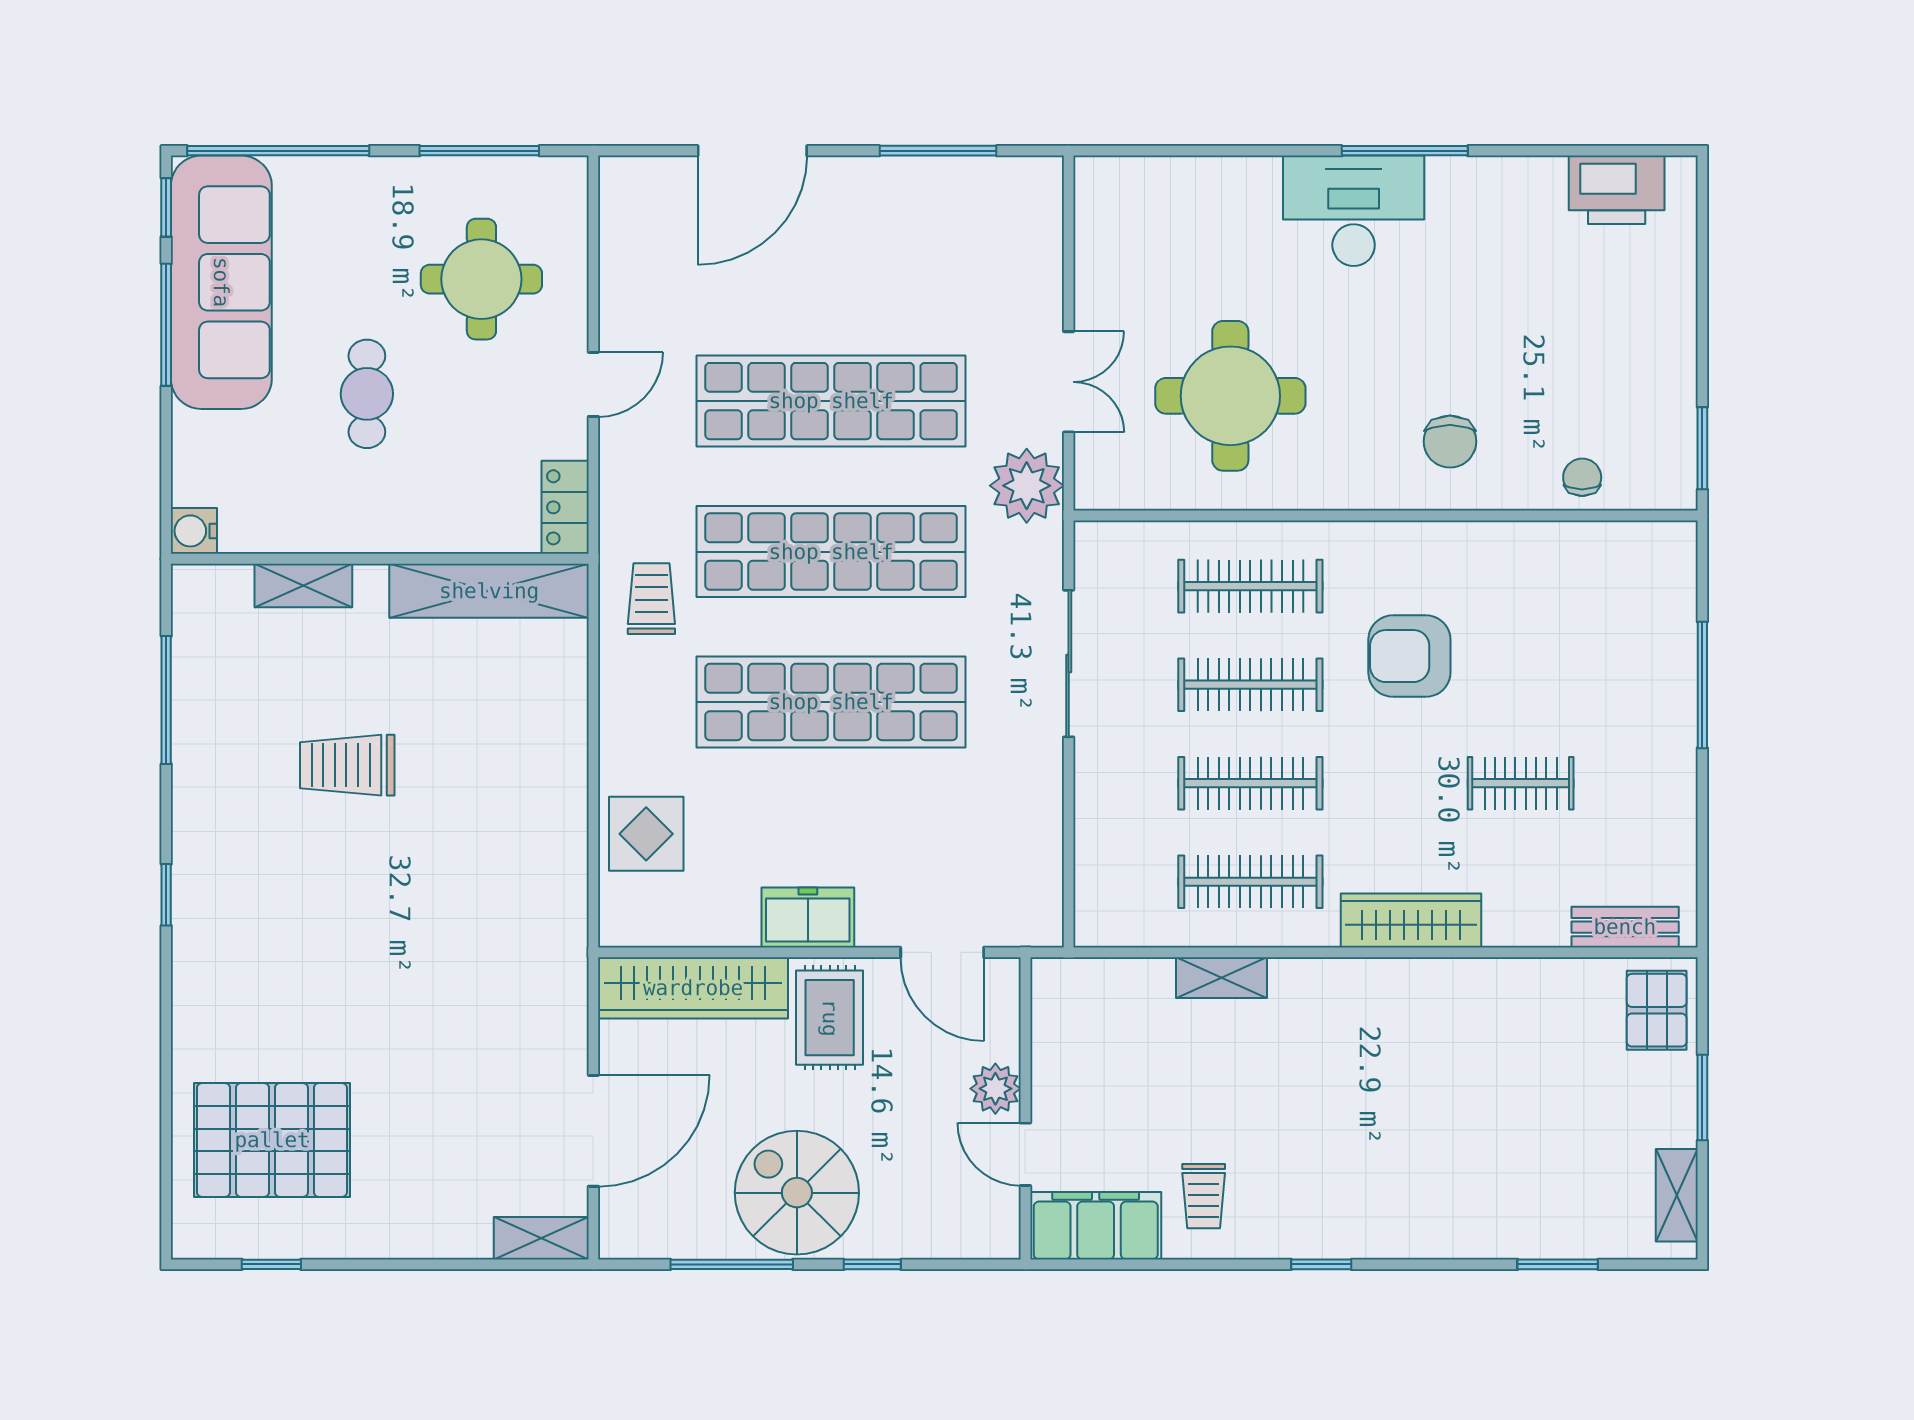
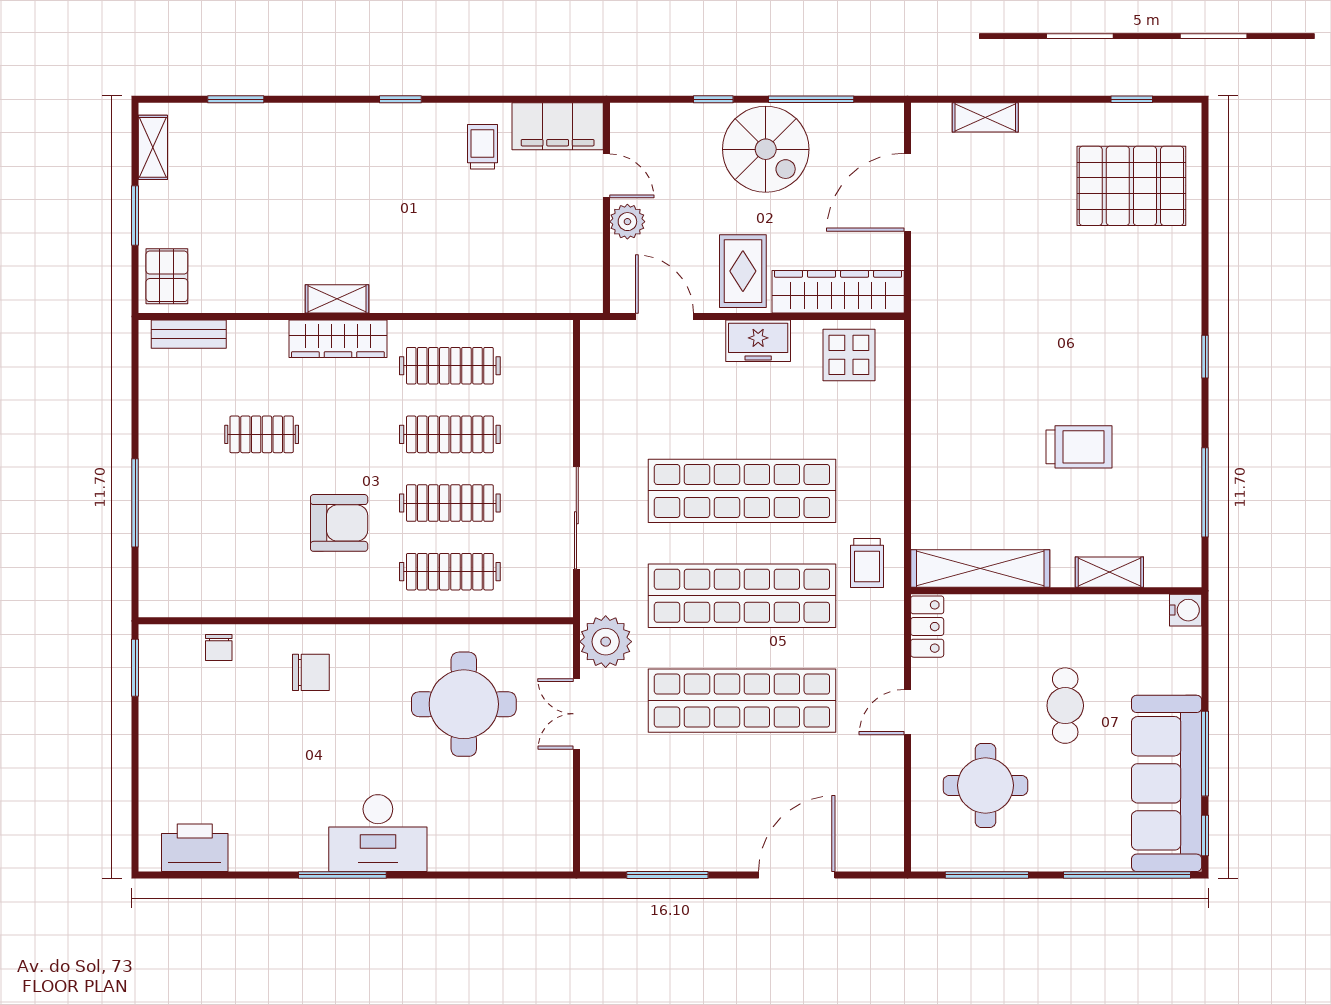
chair: (1450, 442) -> (311, 672), turned 90
display table: (646, 834) -> (849, 355), moved
shelving: (1221, 978) -> (337, 299), moved
shelving: (541, 1238) -> (985, 117), moved

